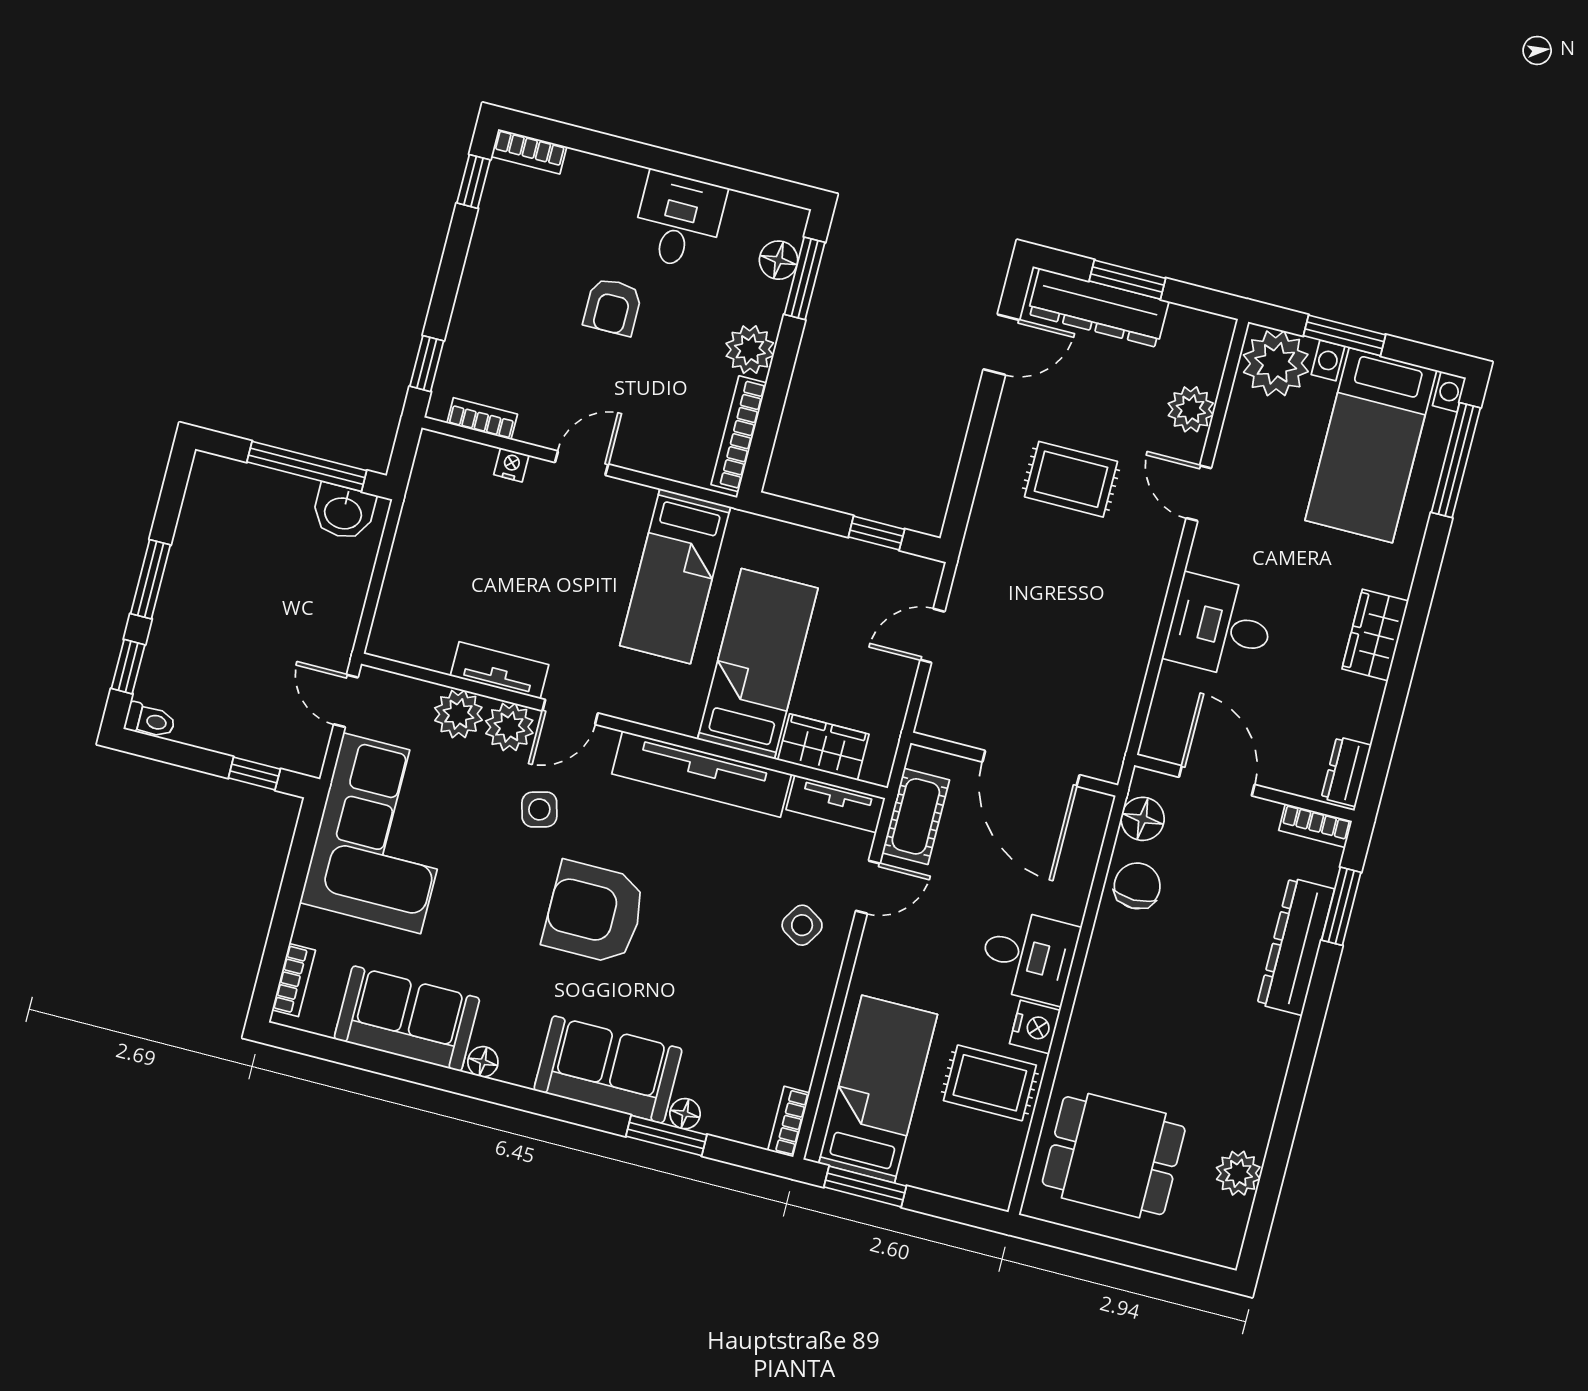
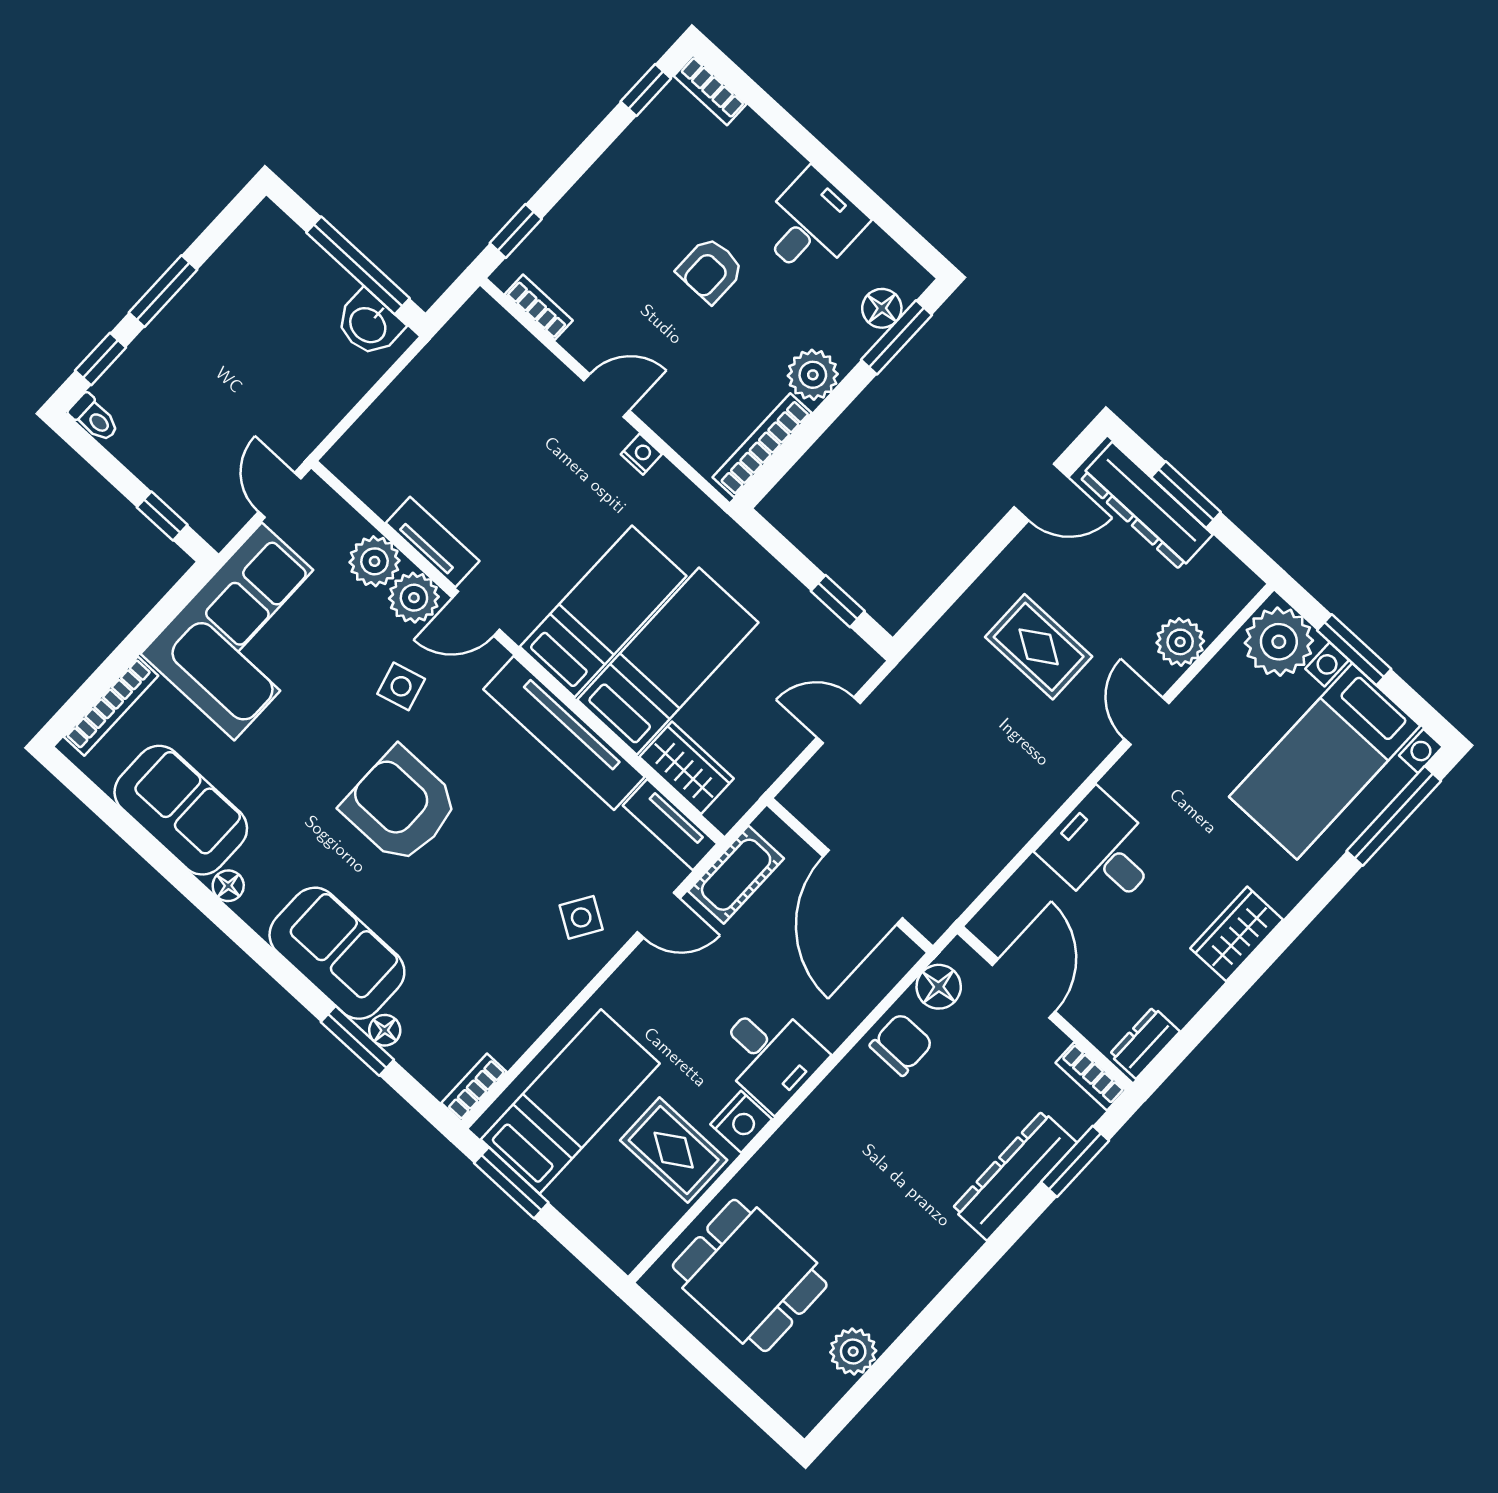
nightstand: (511, 465) -> (641, 454), moved
bed: (675, 576) -> (603, 611), moved, turned 180
bookcase: (294, 980) -> (111, 706), width x1.56

